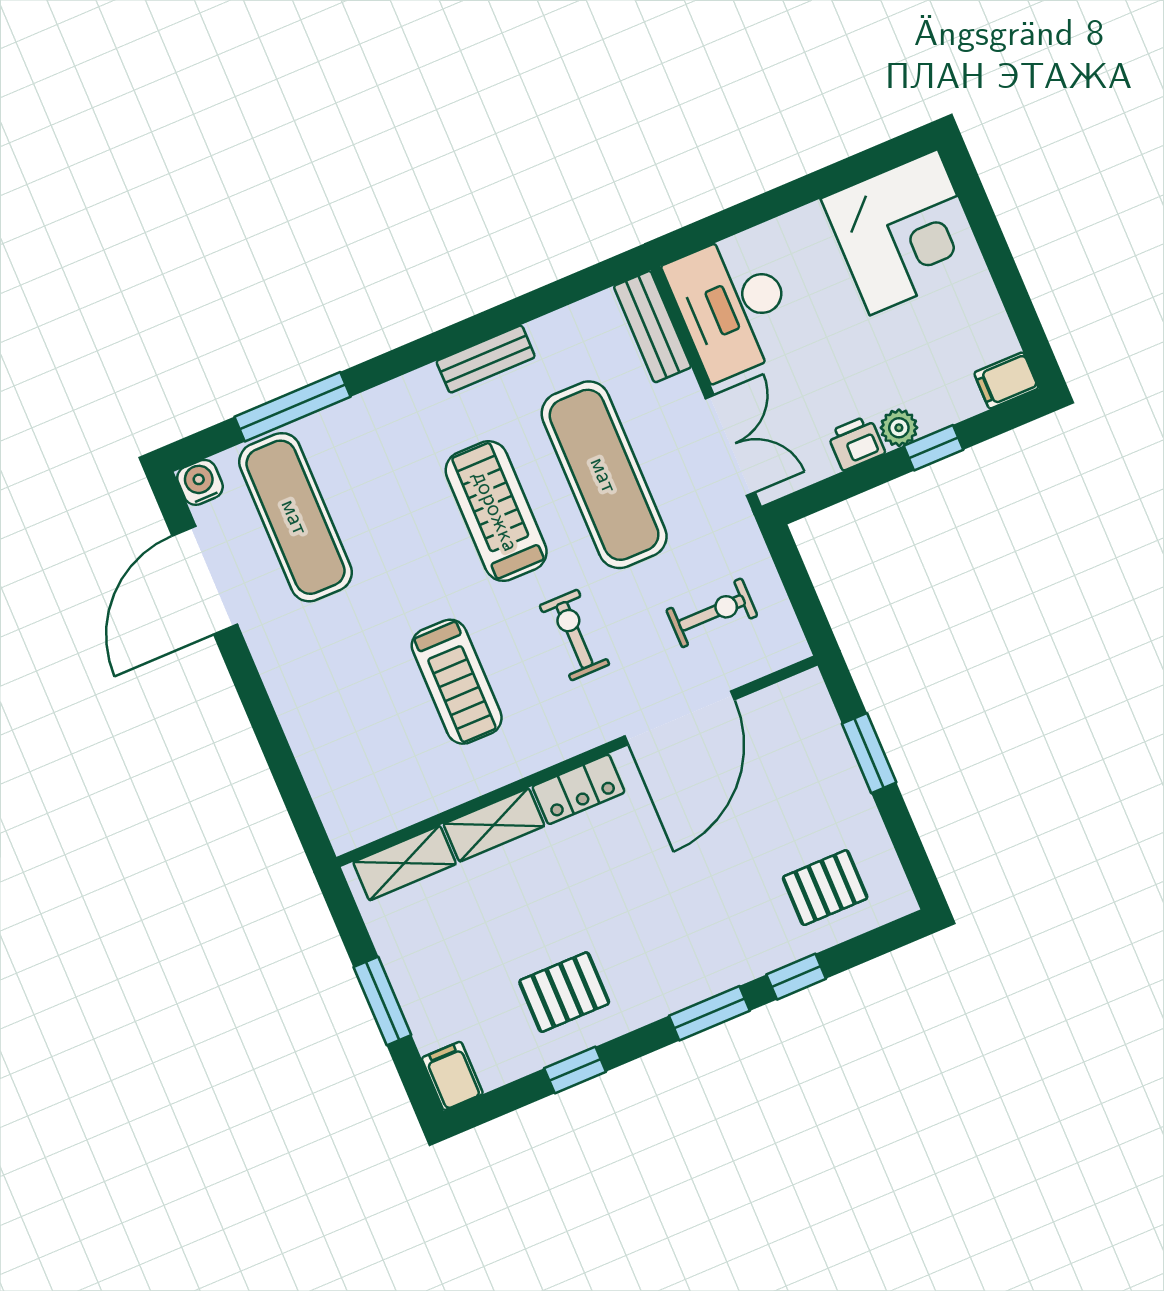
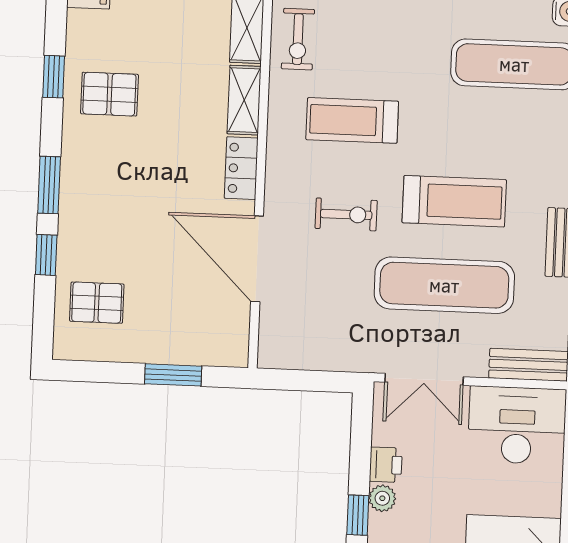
exercise bike: (712, 613) -> (298, 39), moved
pallet: (825, 888) -> (97, 303), turned 90
pallet: (564, 992) -> (109, 94), turned 90

